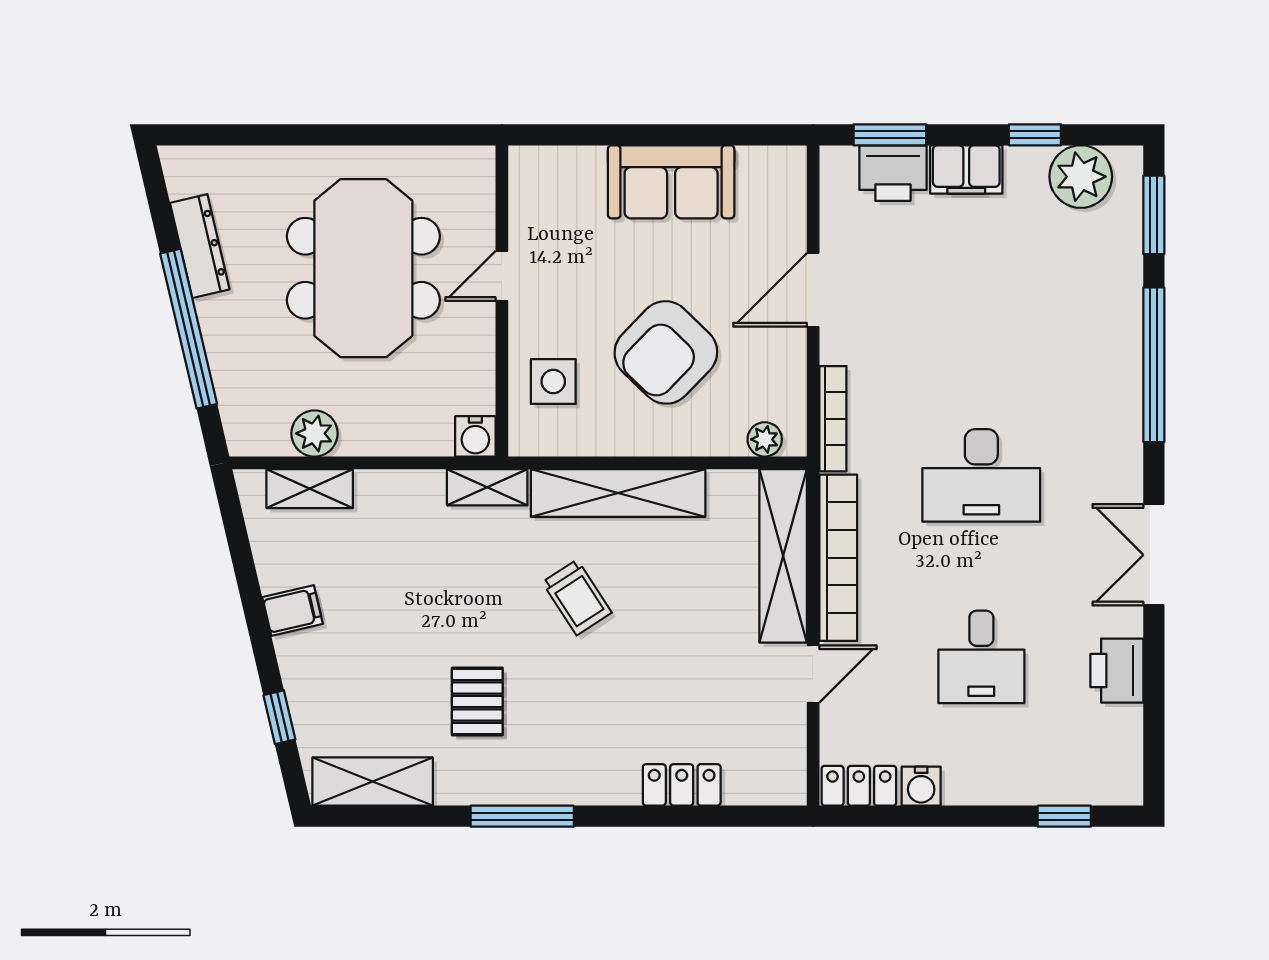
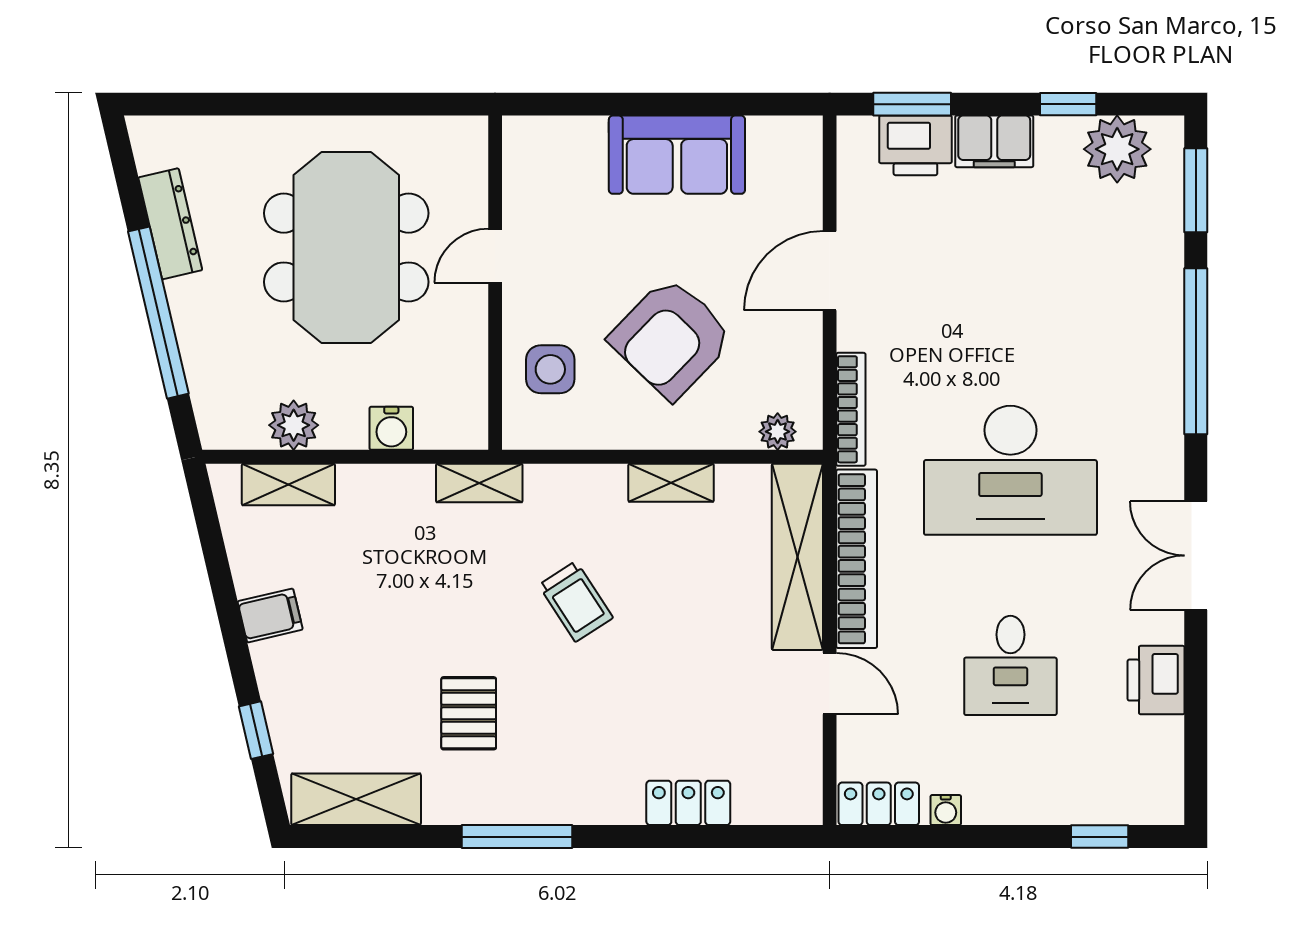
water cooler: (475, 436) -> (391, 428), moved
desk: (981, 475) -> (1010, 470), width x1.36, depth x1.30
shelving: (618, 493) -> (671, 483), width x0.45, depth x0.75
door: (813, 674) -> (830, 684), hinge flipped
water cooler: (921, 786) -> (946, 810), width x0.72, depth x0.72

